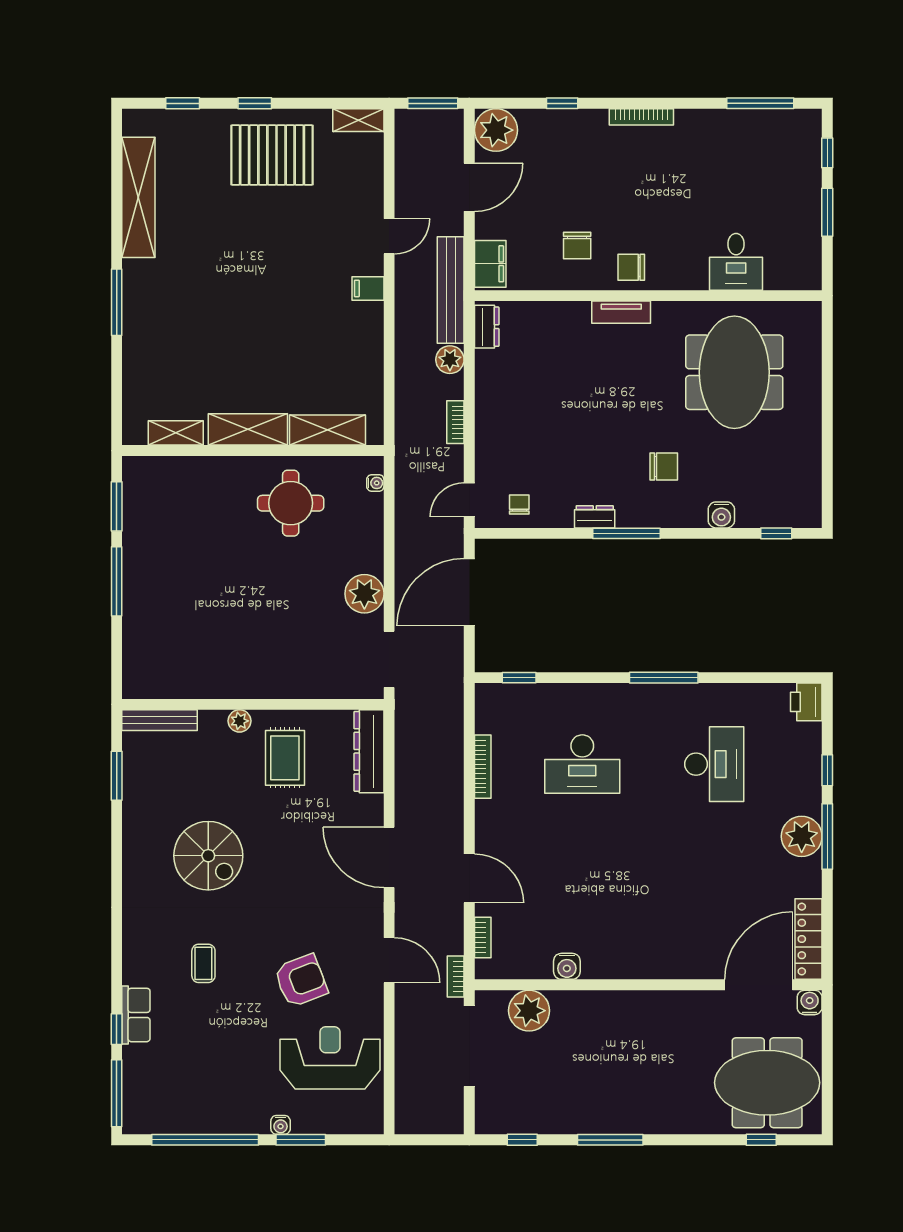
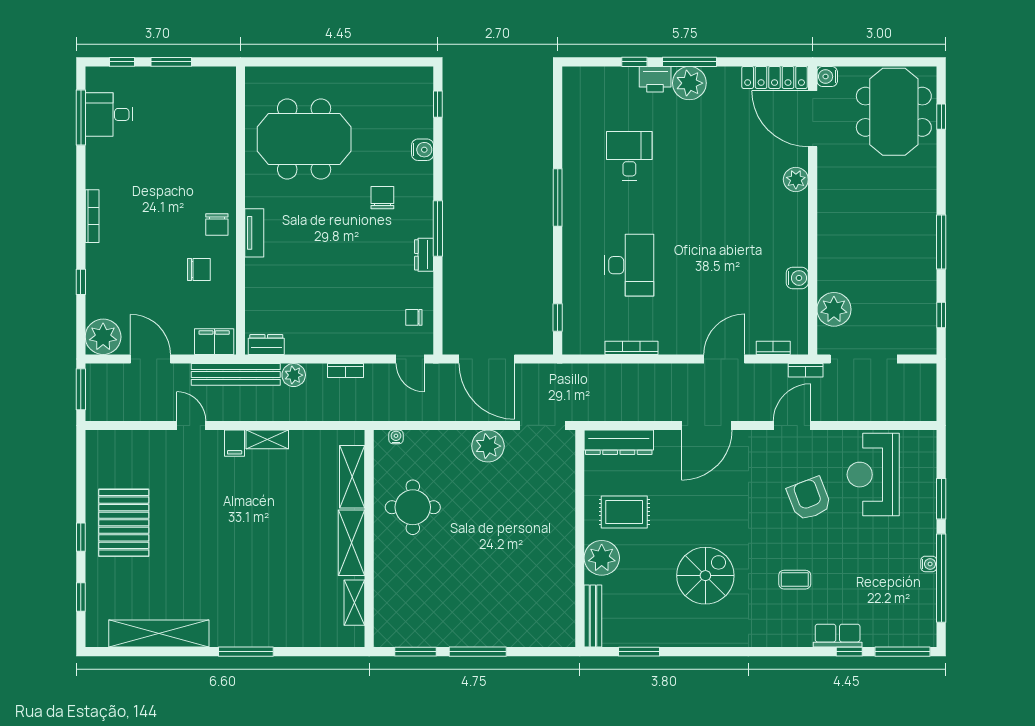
shelving: (358, 120) -> (267, 439), moved, turned 90
desk: (736, 262) -> (109, 114), moved, turned 180
printer: (806, 702) -> (655, 79), moved
plant: (240, 721) -> (602, 558), width x1.87, depth x1.87
desk: (714, 764) -> (629, 156), width x0.73
plant: (686, 965) -> (796, 179), added
water cooler: (281, 1125) -> (929, 564), moved

